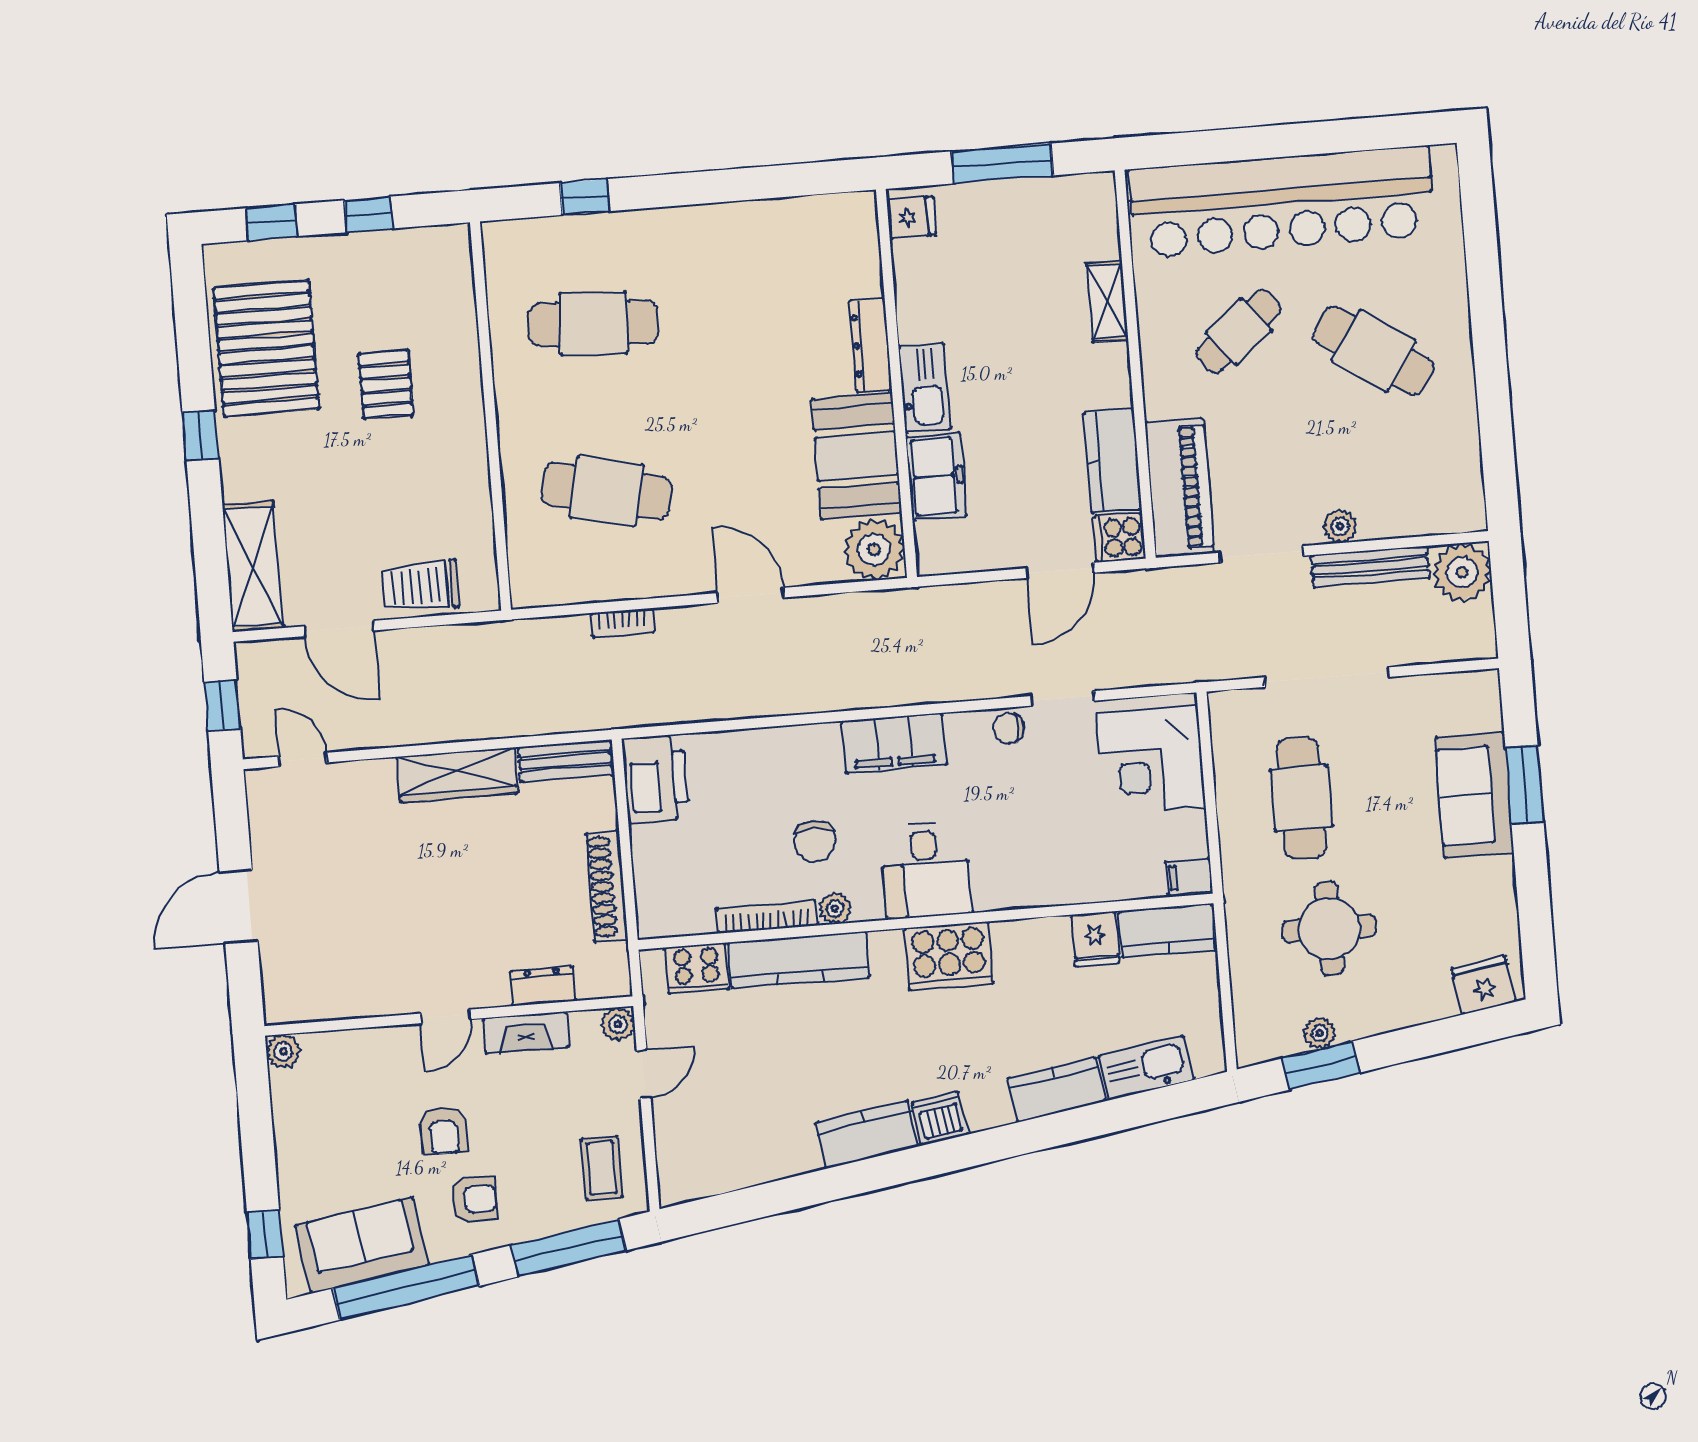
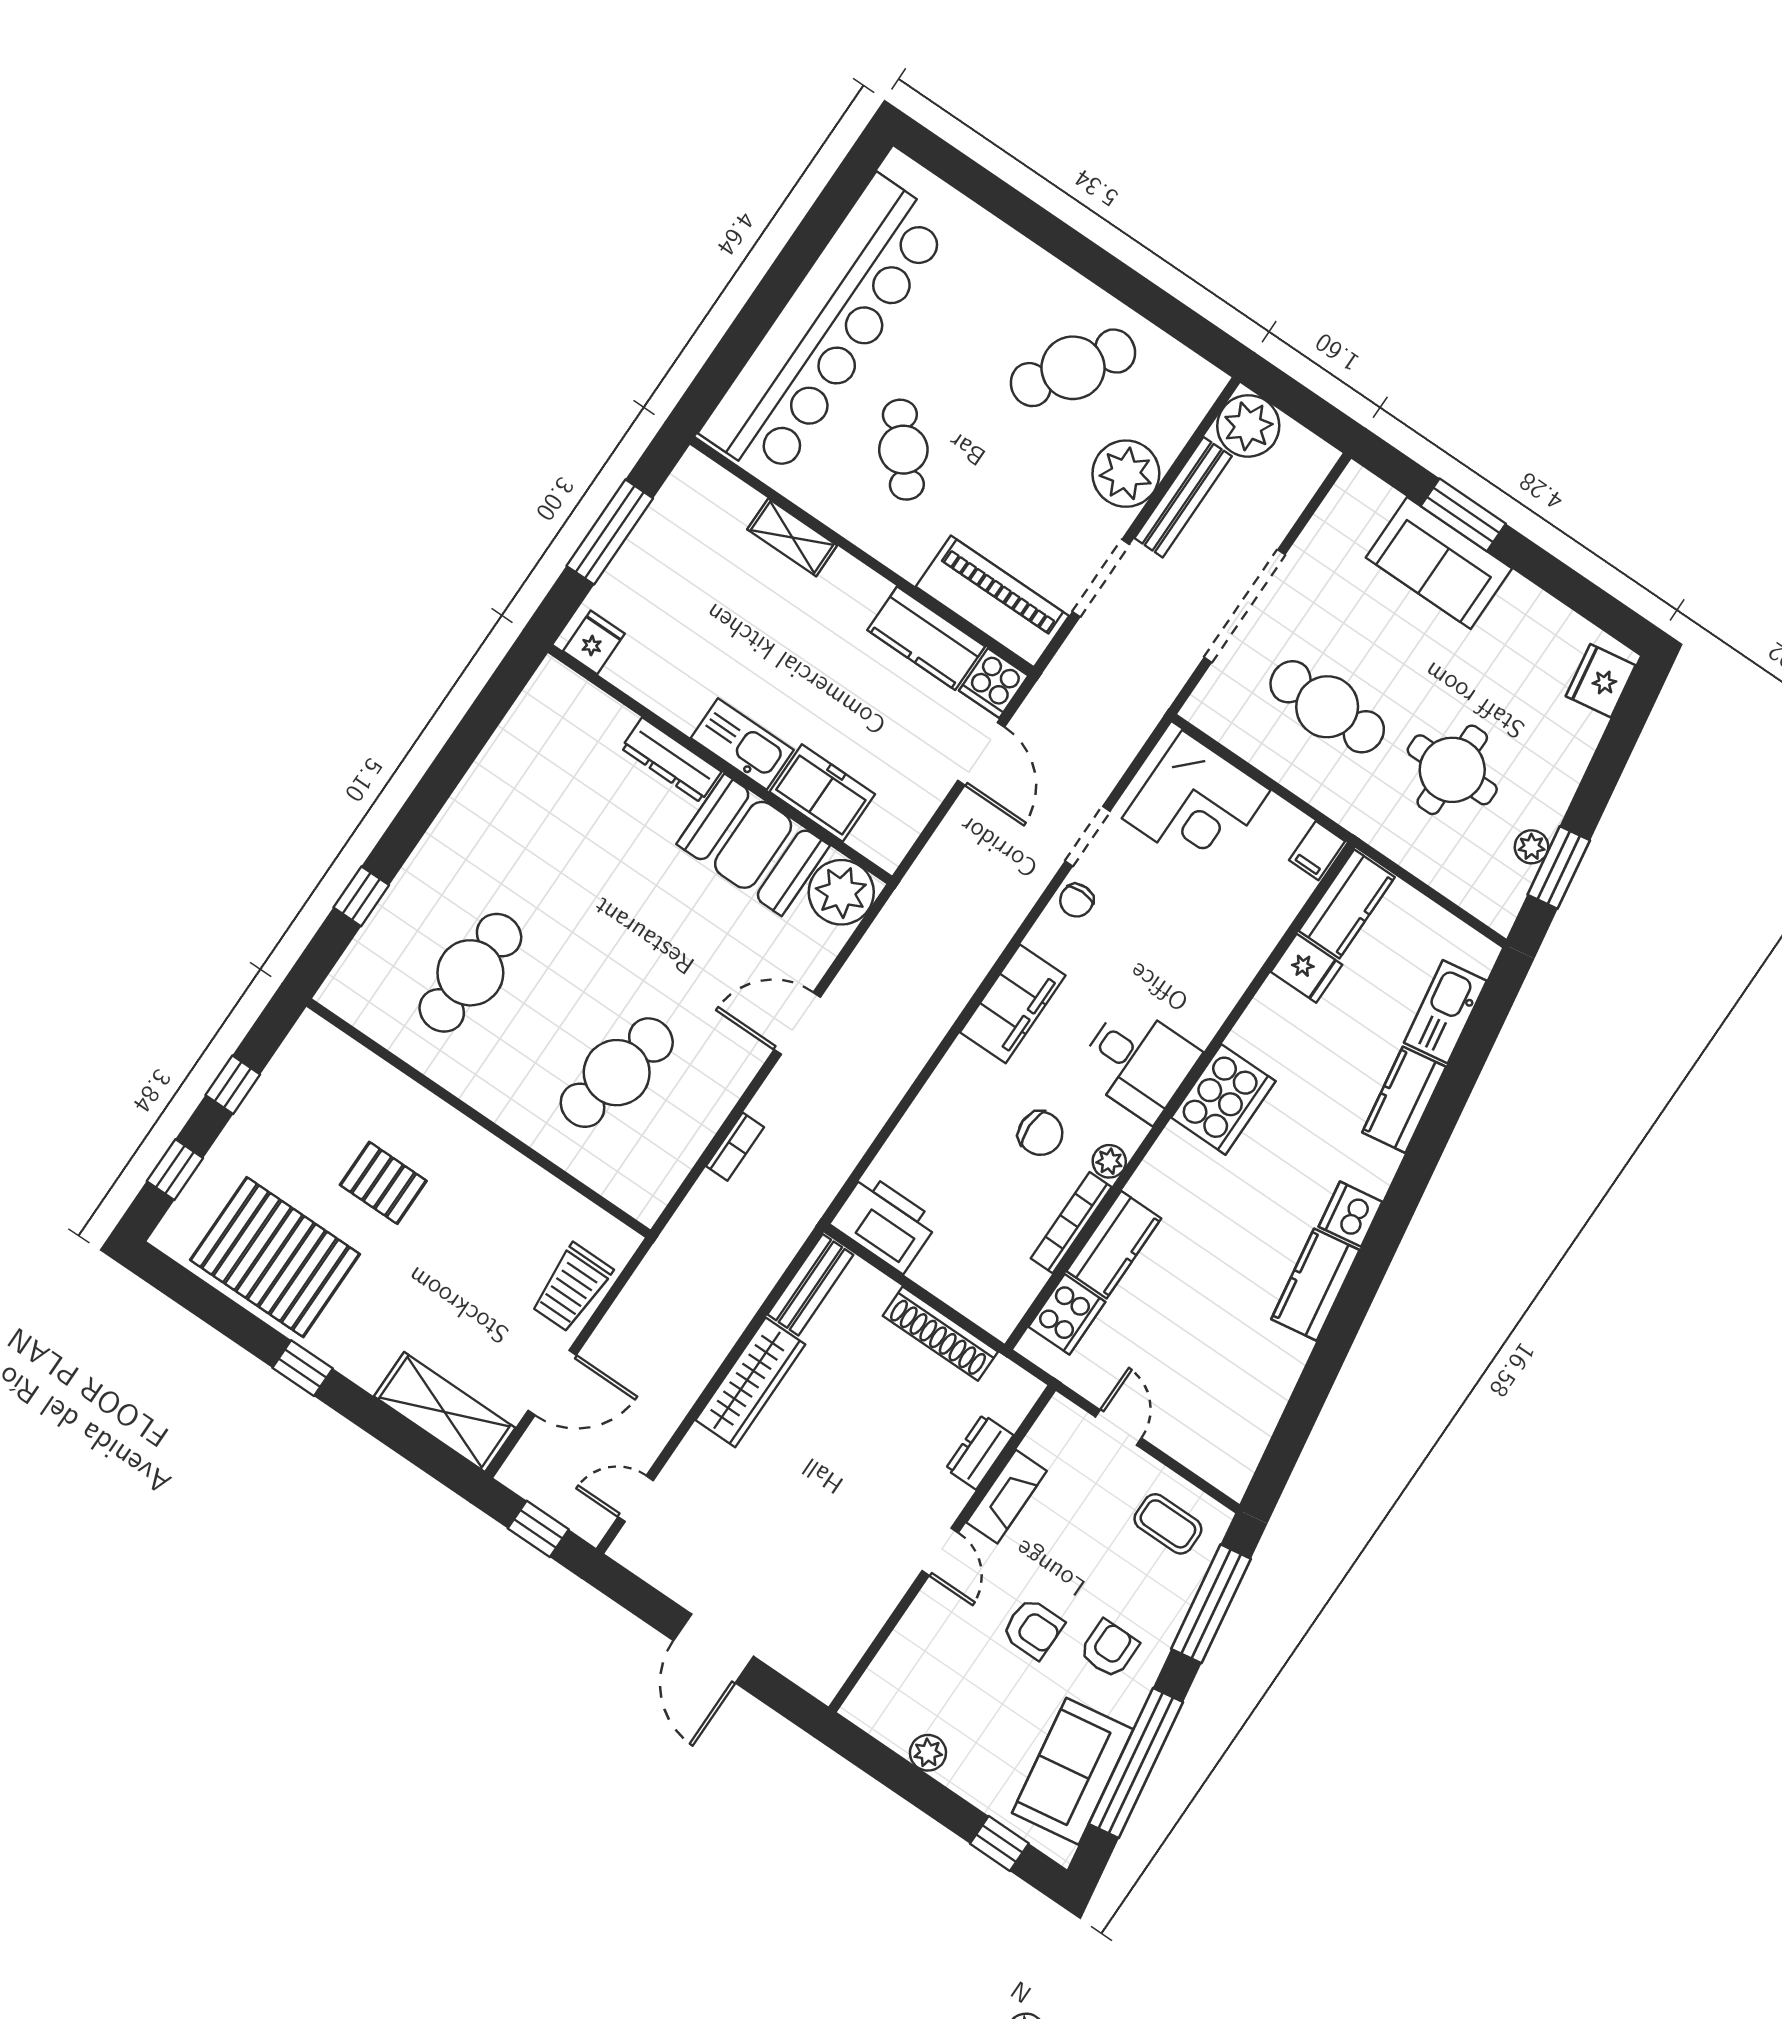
cafe table: (1374, 351) -> (1073, 368), moved
plant: (1340, 526) -> (1126, 474), width x1.88, depth x1.88
kitchen counter: (799, 960) -> (1114, 1245), width x0.67
plant: (618, 1024) -> (1061, 1416), removed
plant: (283, 1051) -> (928, 1753), moved

